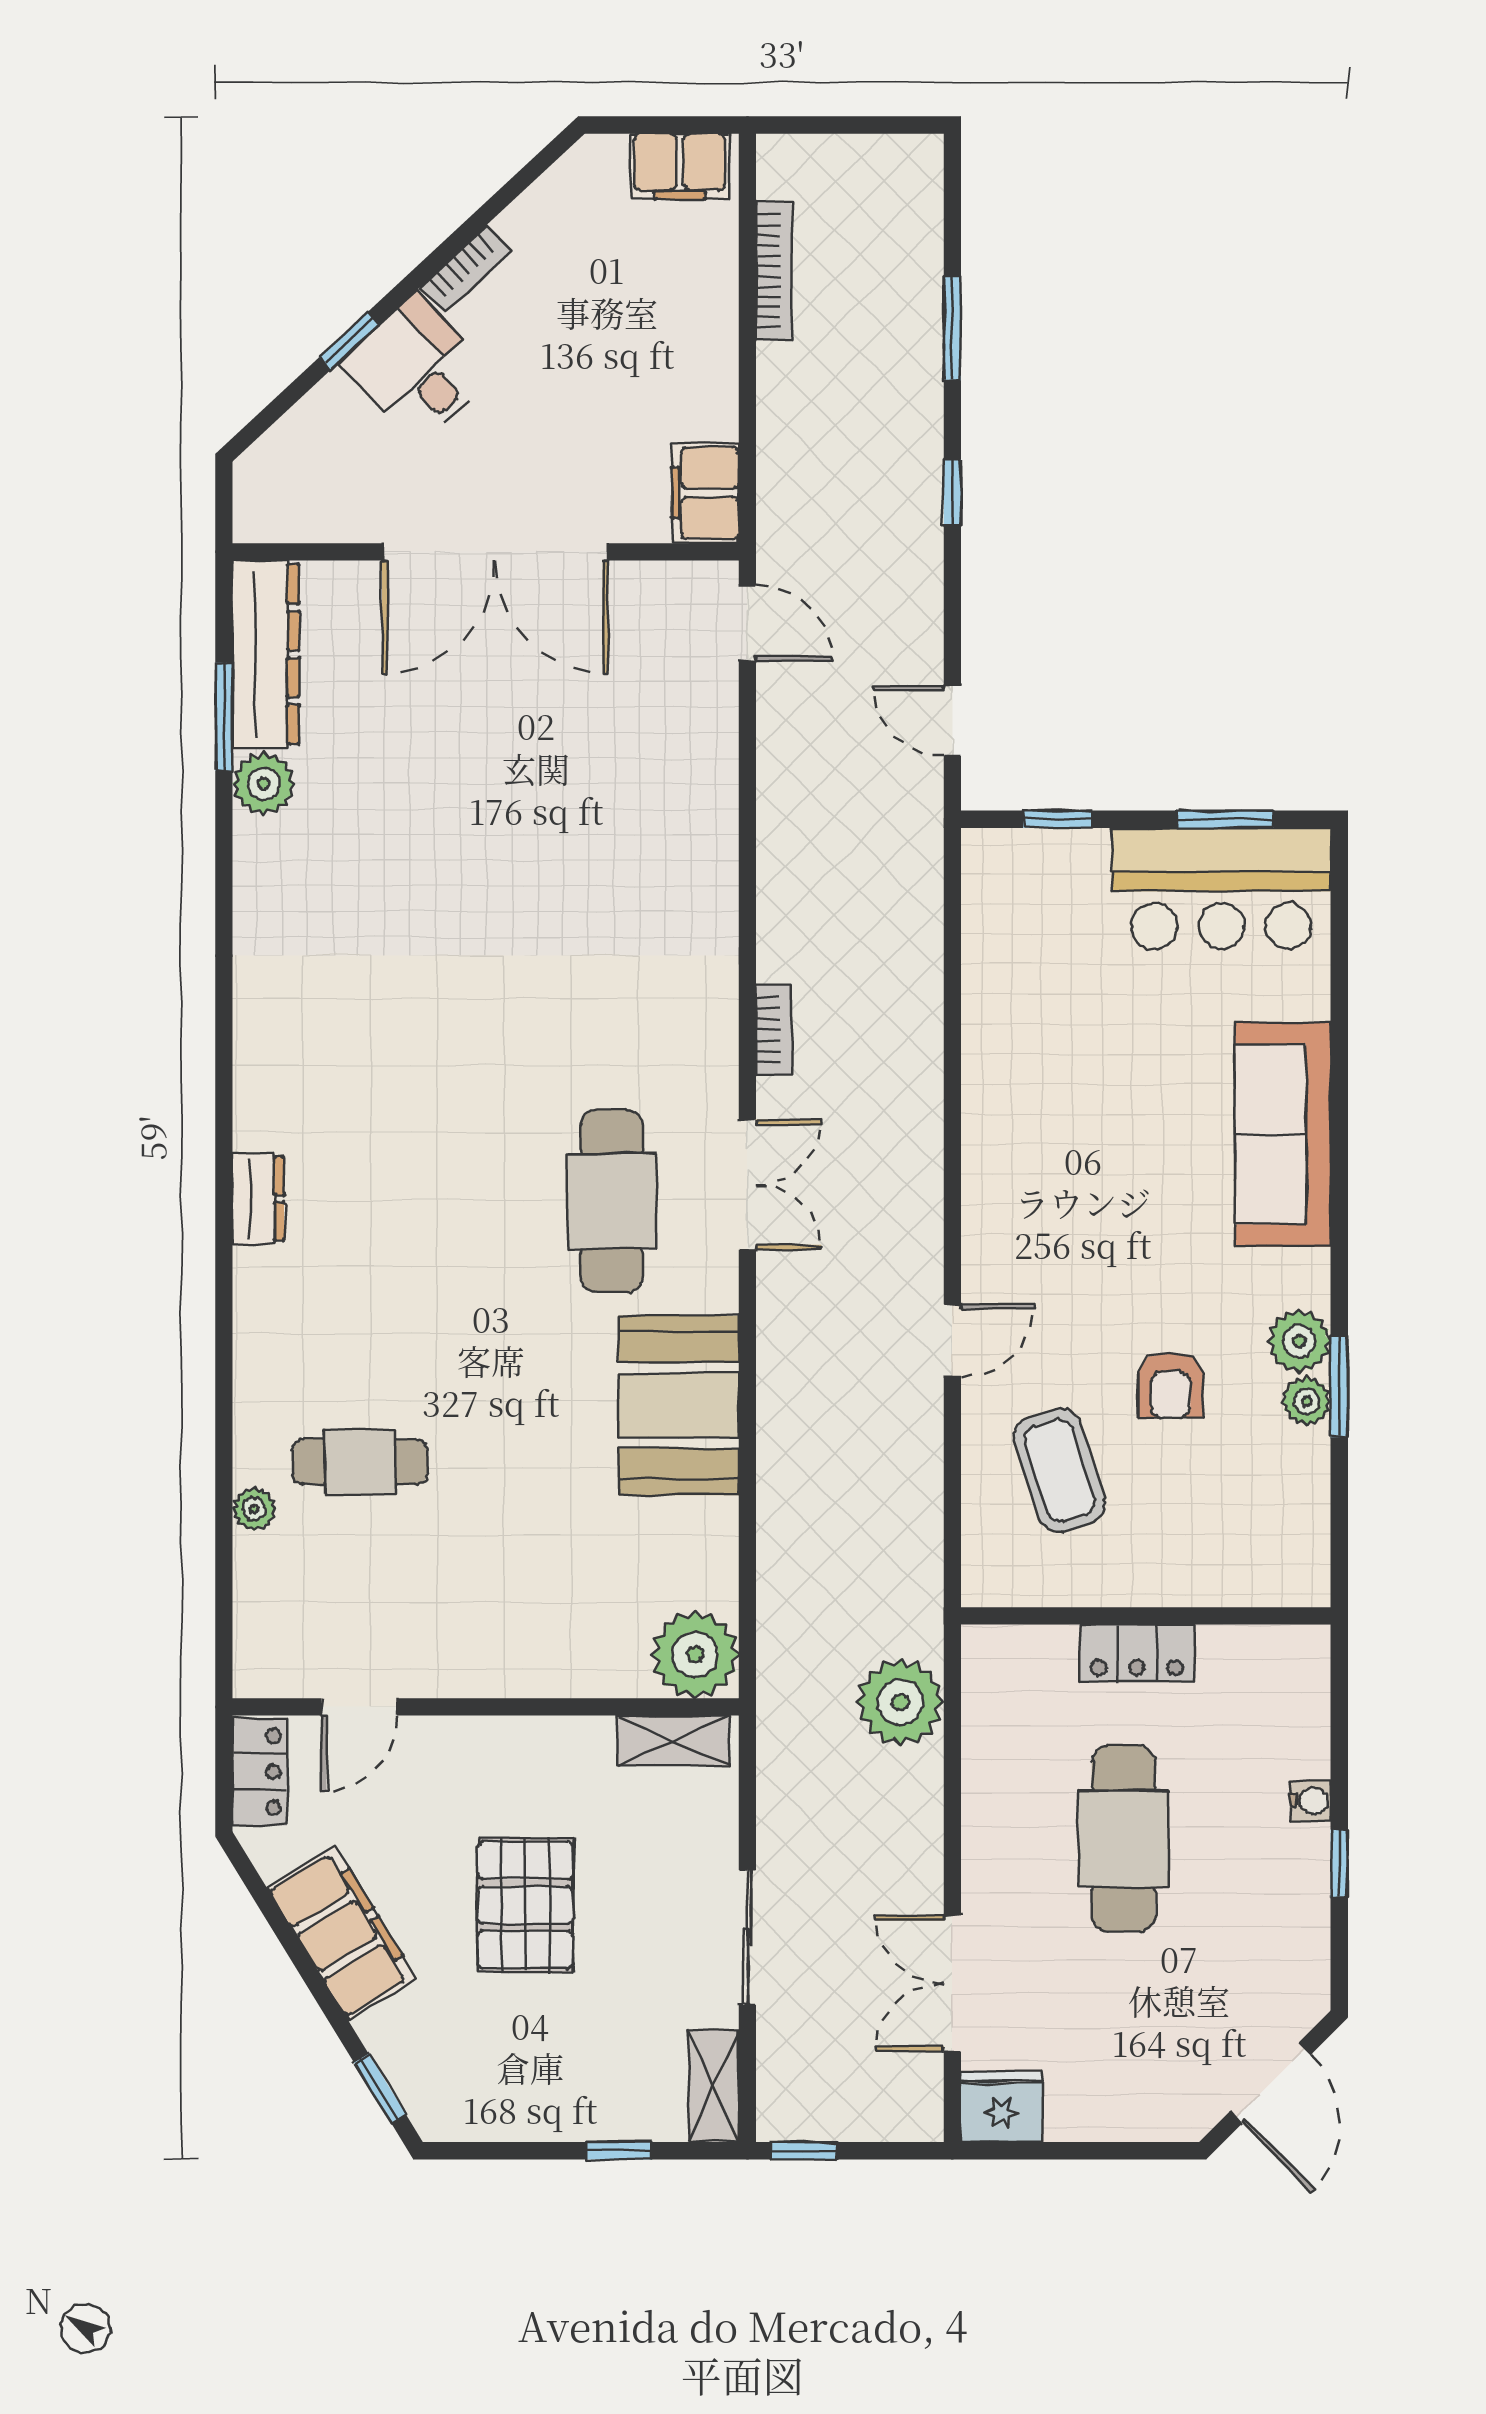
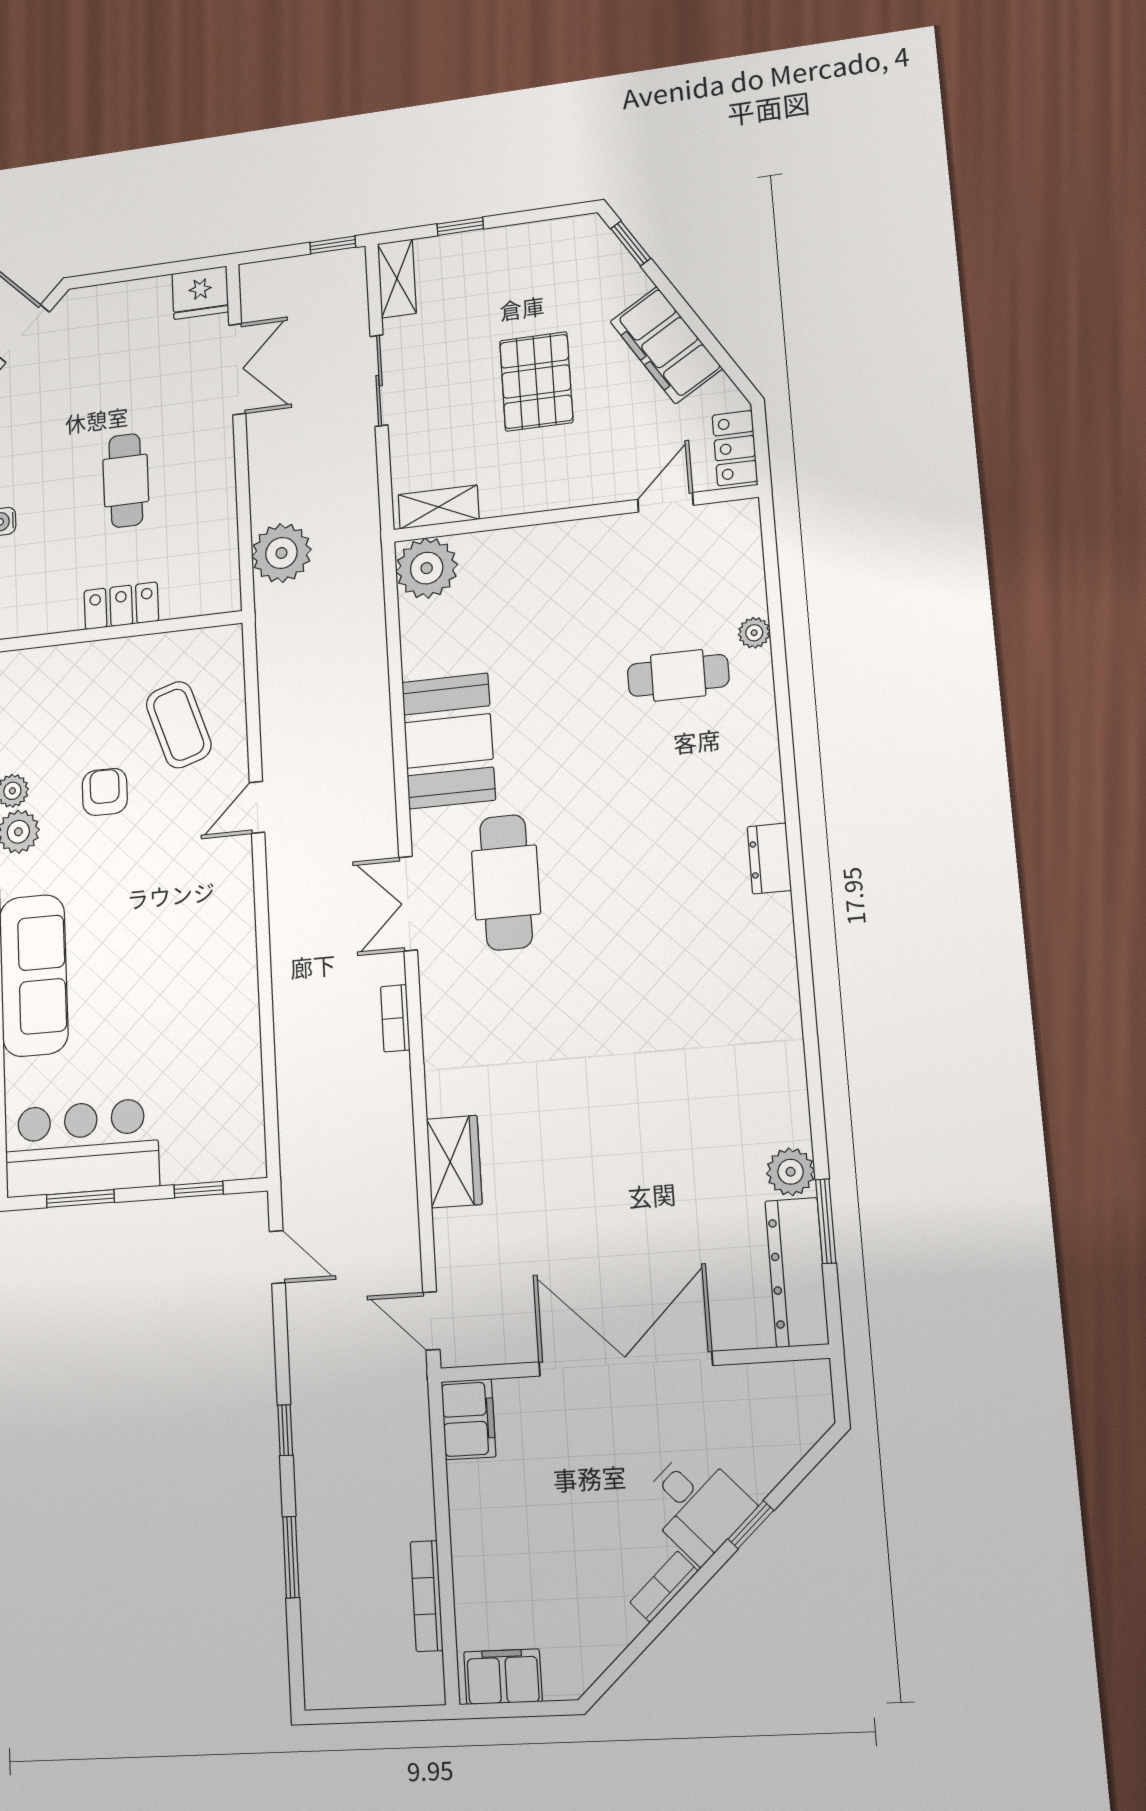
wardrobe: (704, 830) -> (454, 1162), added
cafe table: (1123, 1838) -> (126, 480), width x0.73, depth x0.74

